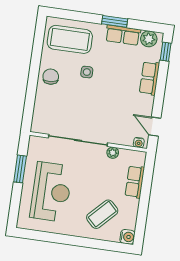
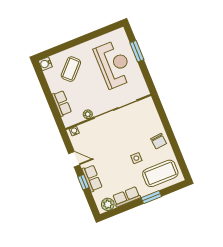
window: (115, 21) -> (151, 197), moved
window: (166, 52) -> (83, 182), moved
door: (155, 127) -> (74, 159), moved
window: (20, 169) -> (137, 51), moved
reception desk: (51, 192) -> (114, 64), turned 180

